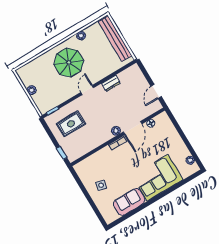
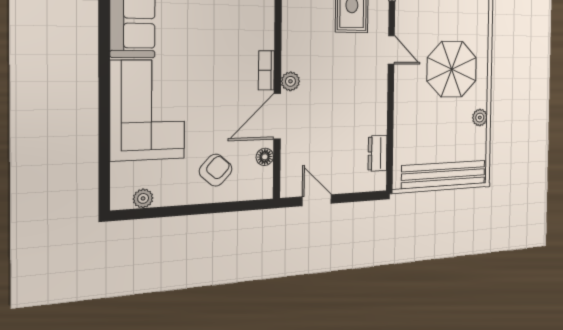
dresser: (111, 83) -> (378, 153), moved
door: (87, 90) -> (391, 50), moved
door: (132, 128) -> (277, 116), hinge flipped
armchair: (166, 140) -> (216, 170), added

